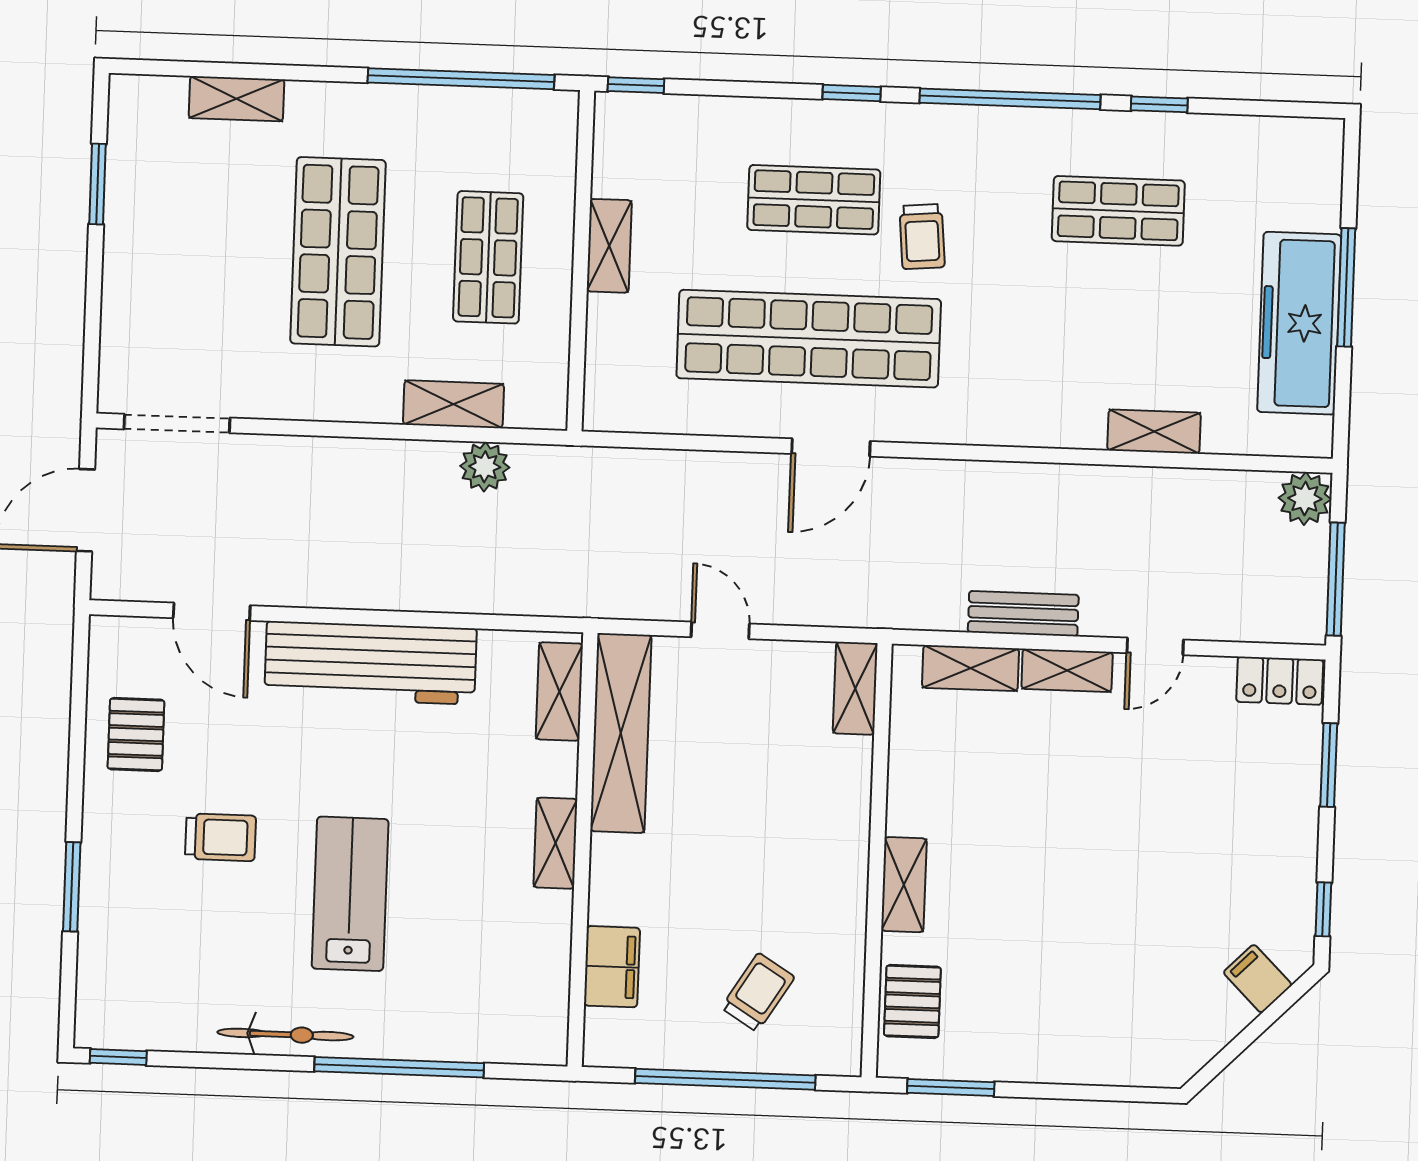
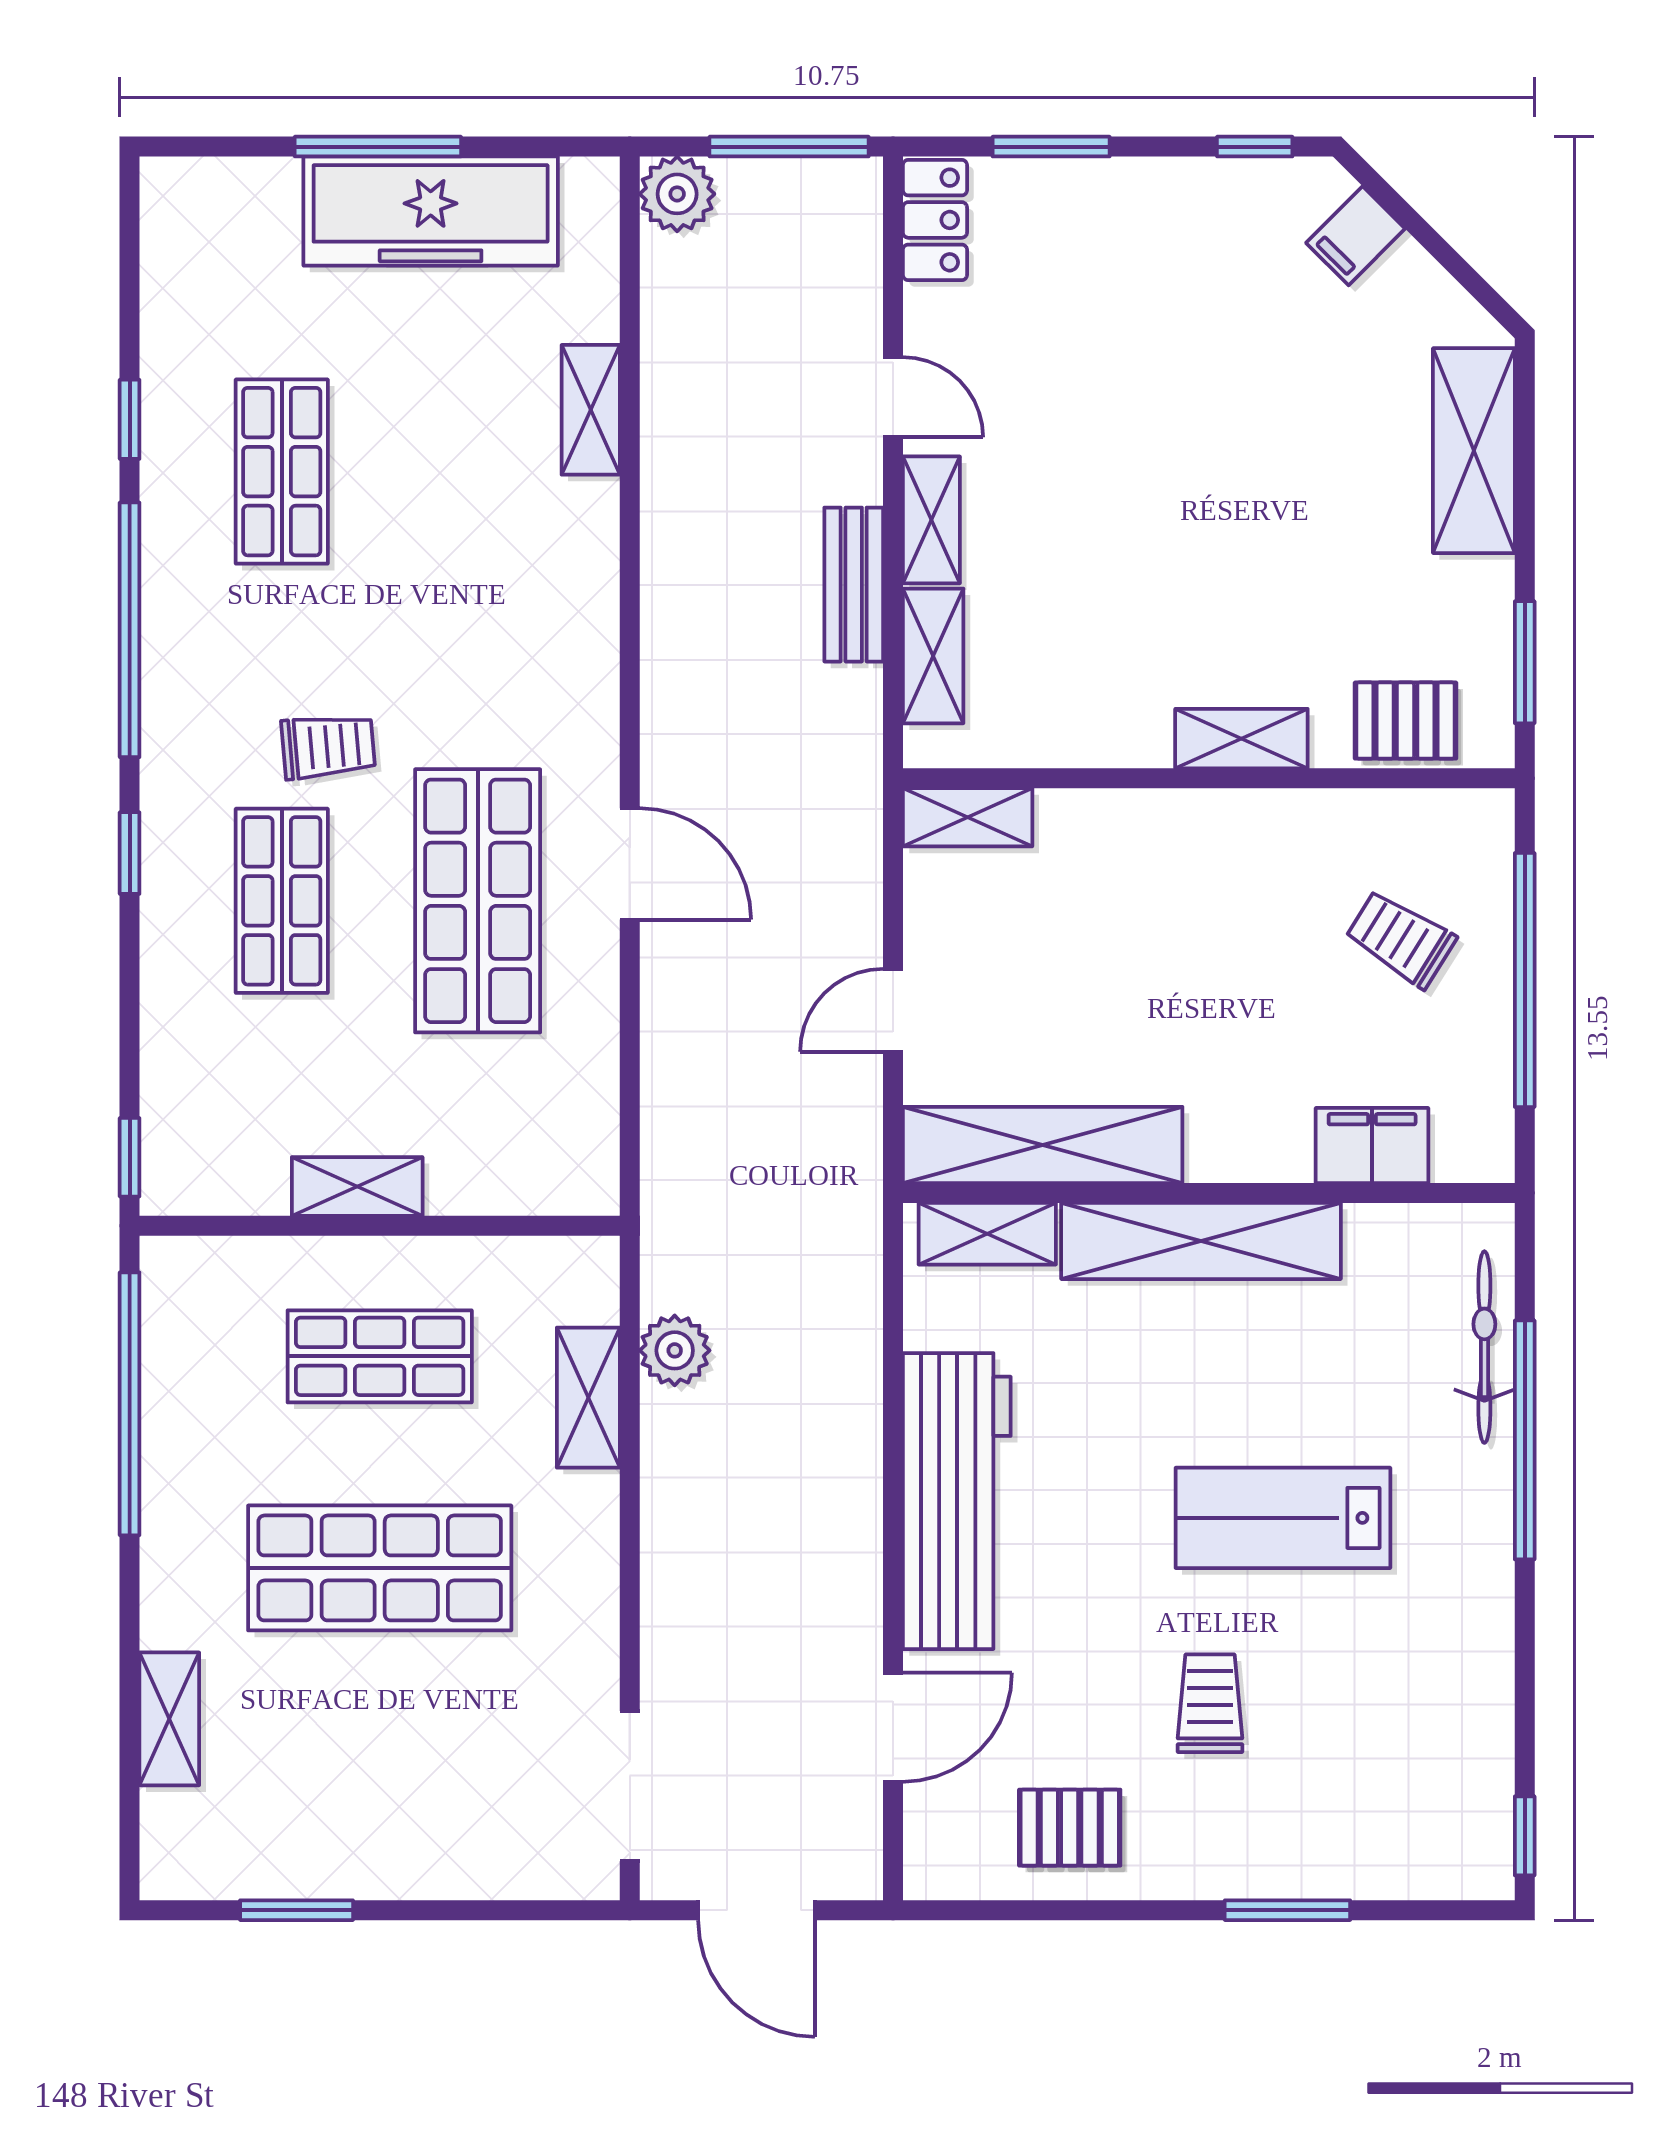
shop shelf: (809, 339) -> (478, 901), width x0.71
shelving: (555, 843) -> (1201, 1241), width x2.20, depth x1.33
bicycle: (285, 1035) -> (1484, 1347), moved
shelving: (1102, 1057) -> (1474, 451), added

